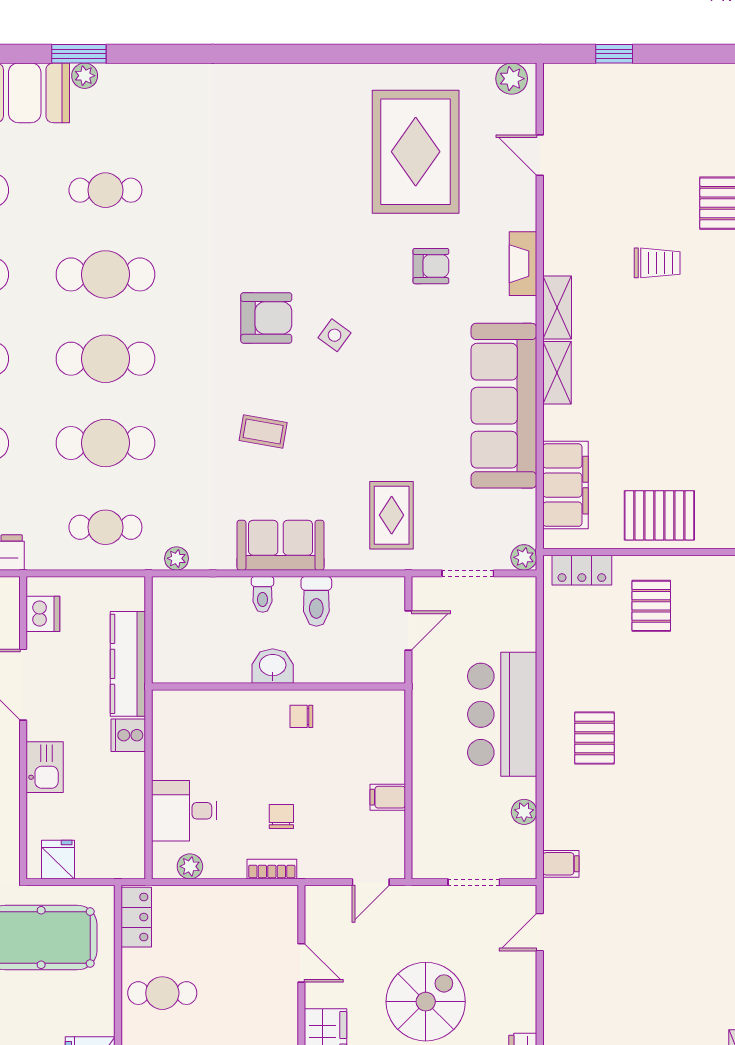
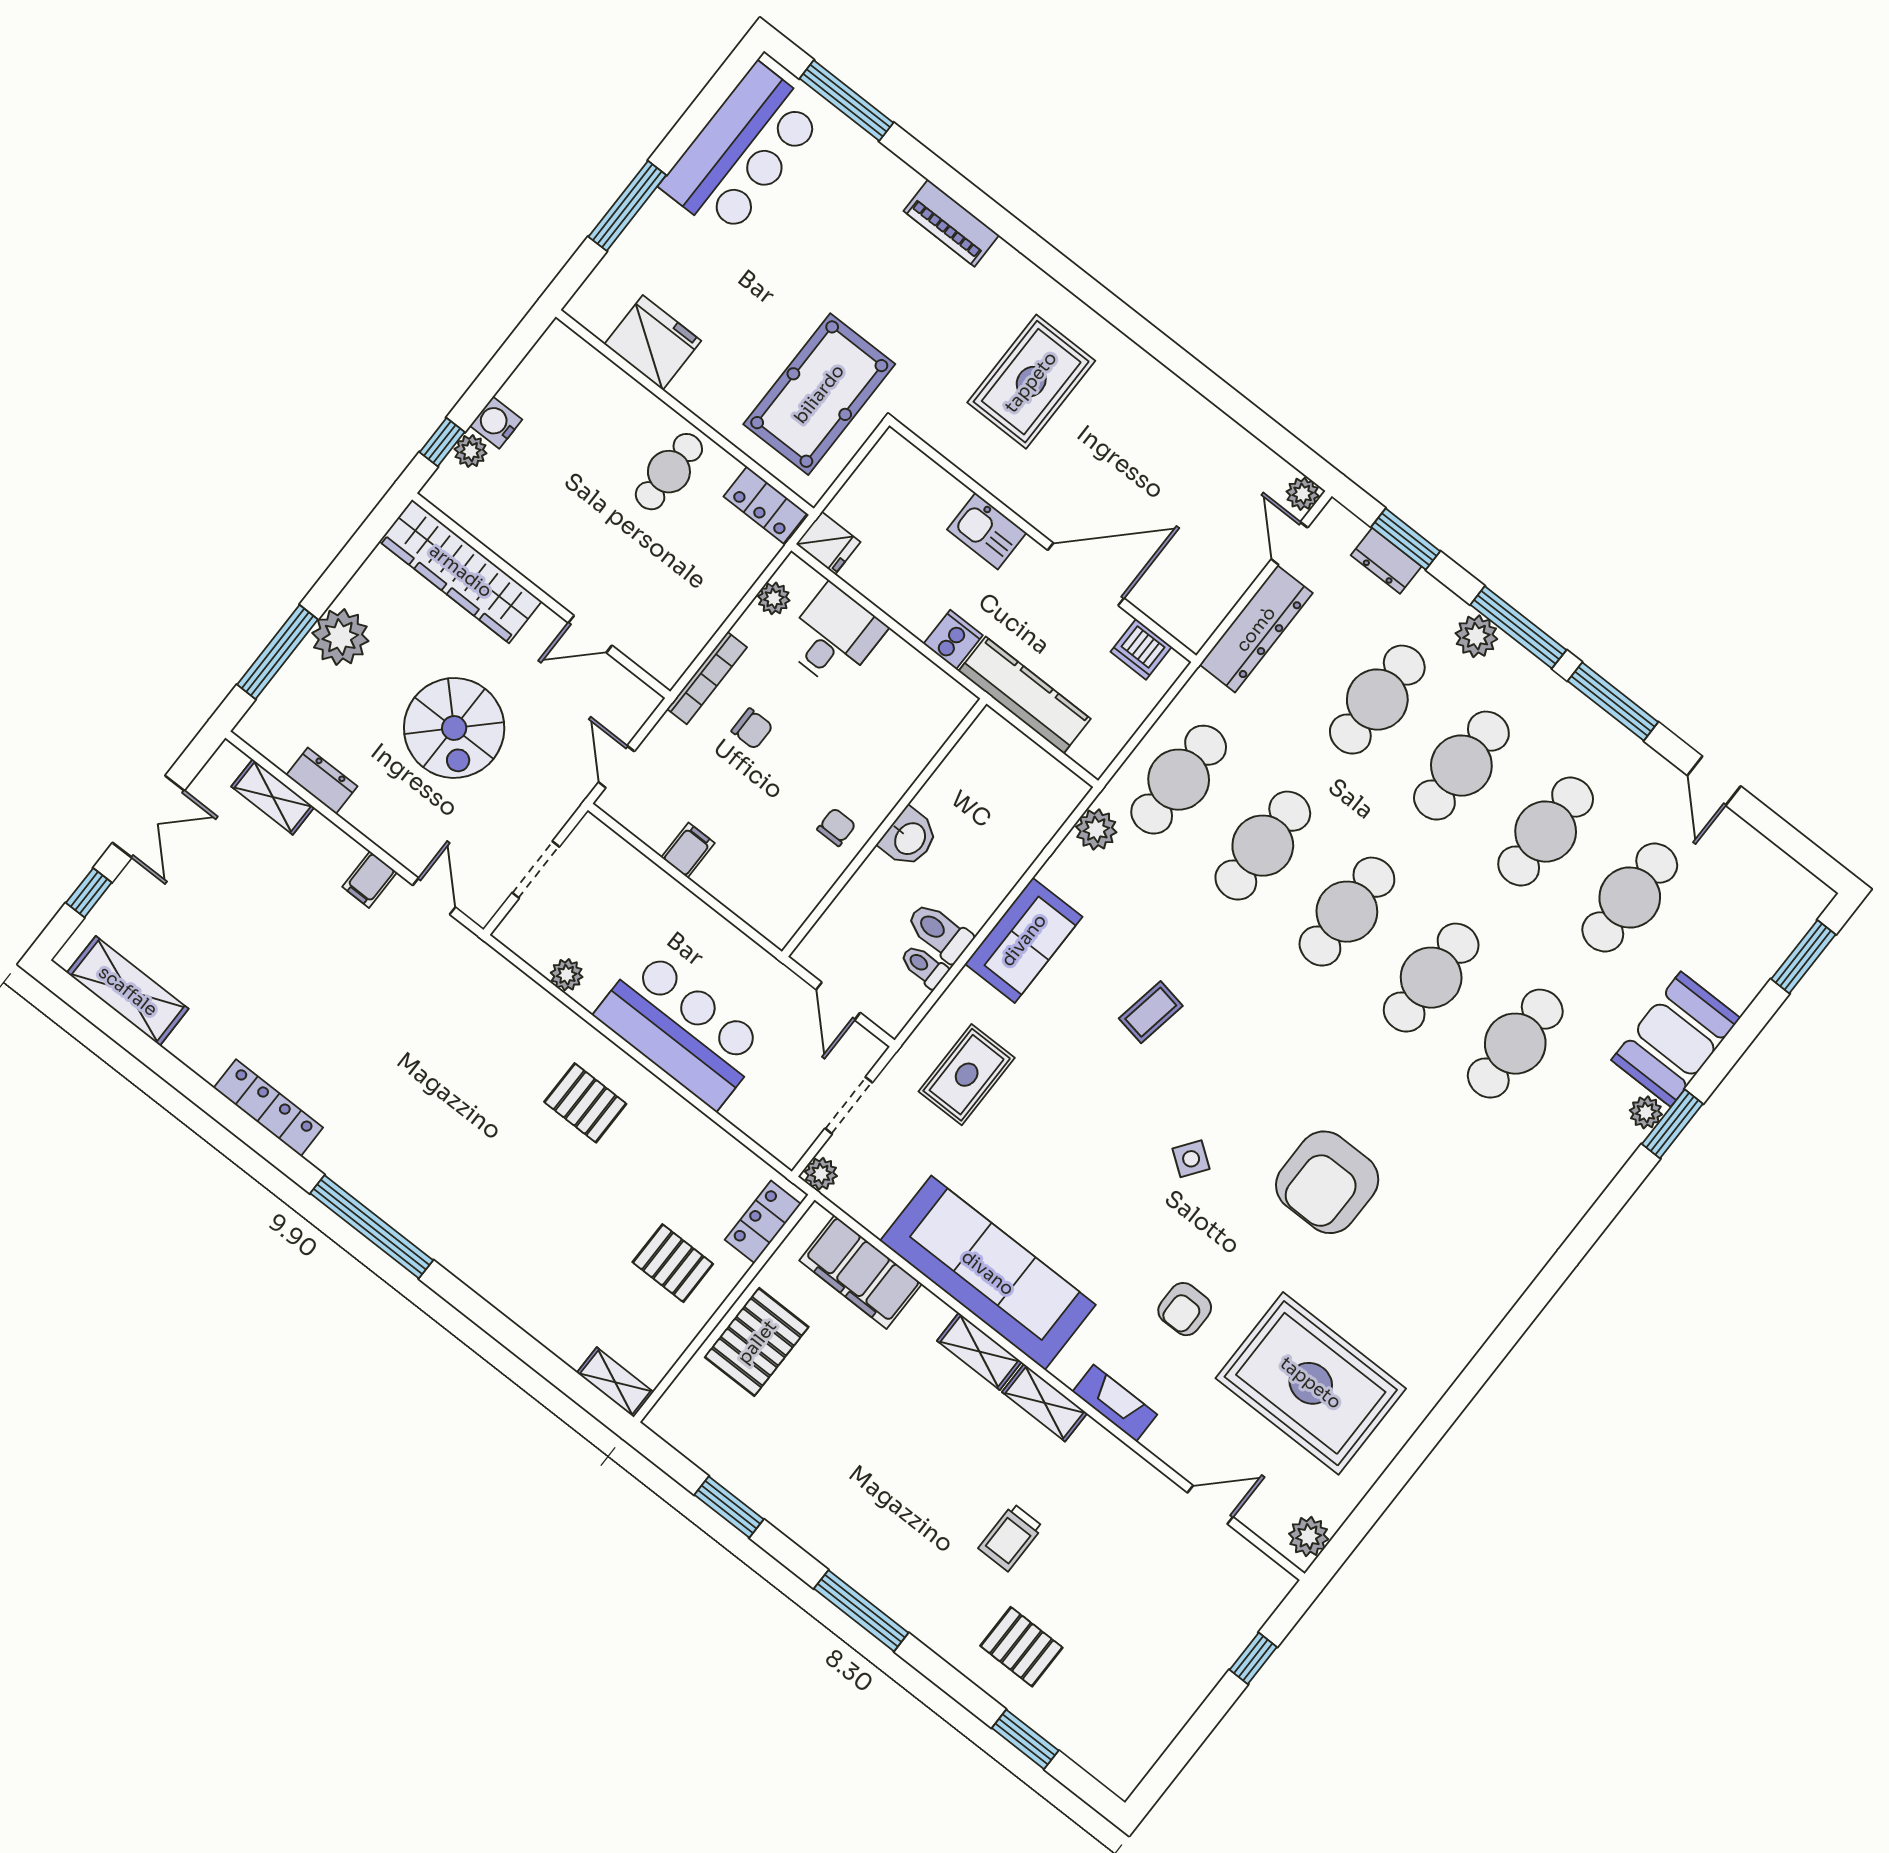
cafe table: (105, 190) -> (1515, 1044), width x1.37, depth x1.35
armchair: (266, 318) -> (1327, 1182), moved, width x1.36, depth x1.36
rug: (392, 515) -> (967, 1075), turned 90
cafe table: (105, 527) -> (1179, 780), width x1.37, depth x1.35
plant: (177, 558) -> (1096, 830), width x1.38, depth x1.38
toilet: (263, 594) -> (924, 966), moved
fridge: (58, 860) -> (828, 543), moved
filing cabinet: (561, 864) -> (370, 880), moved
bookcase: (272, 869) -> (707, 678), width x1.56

